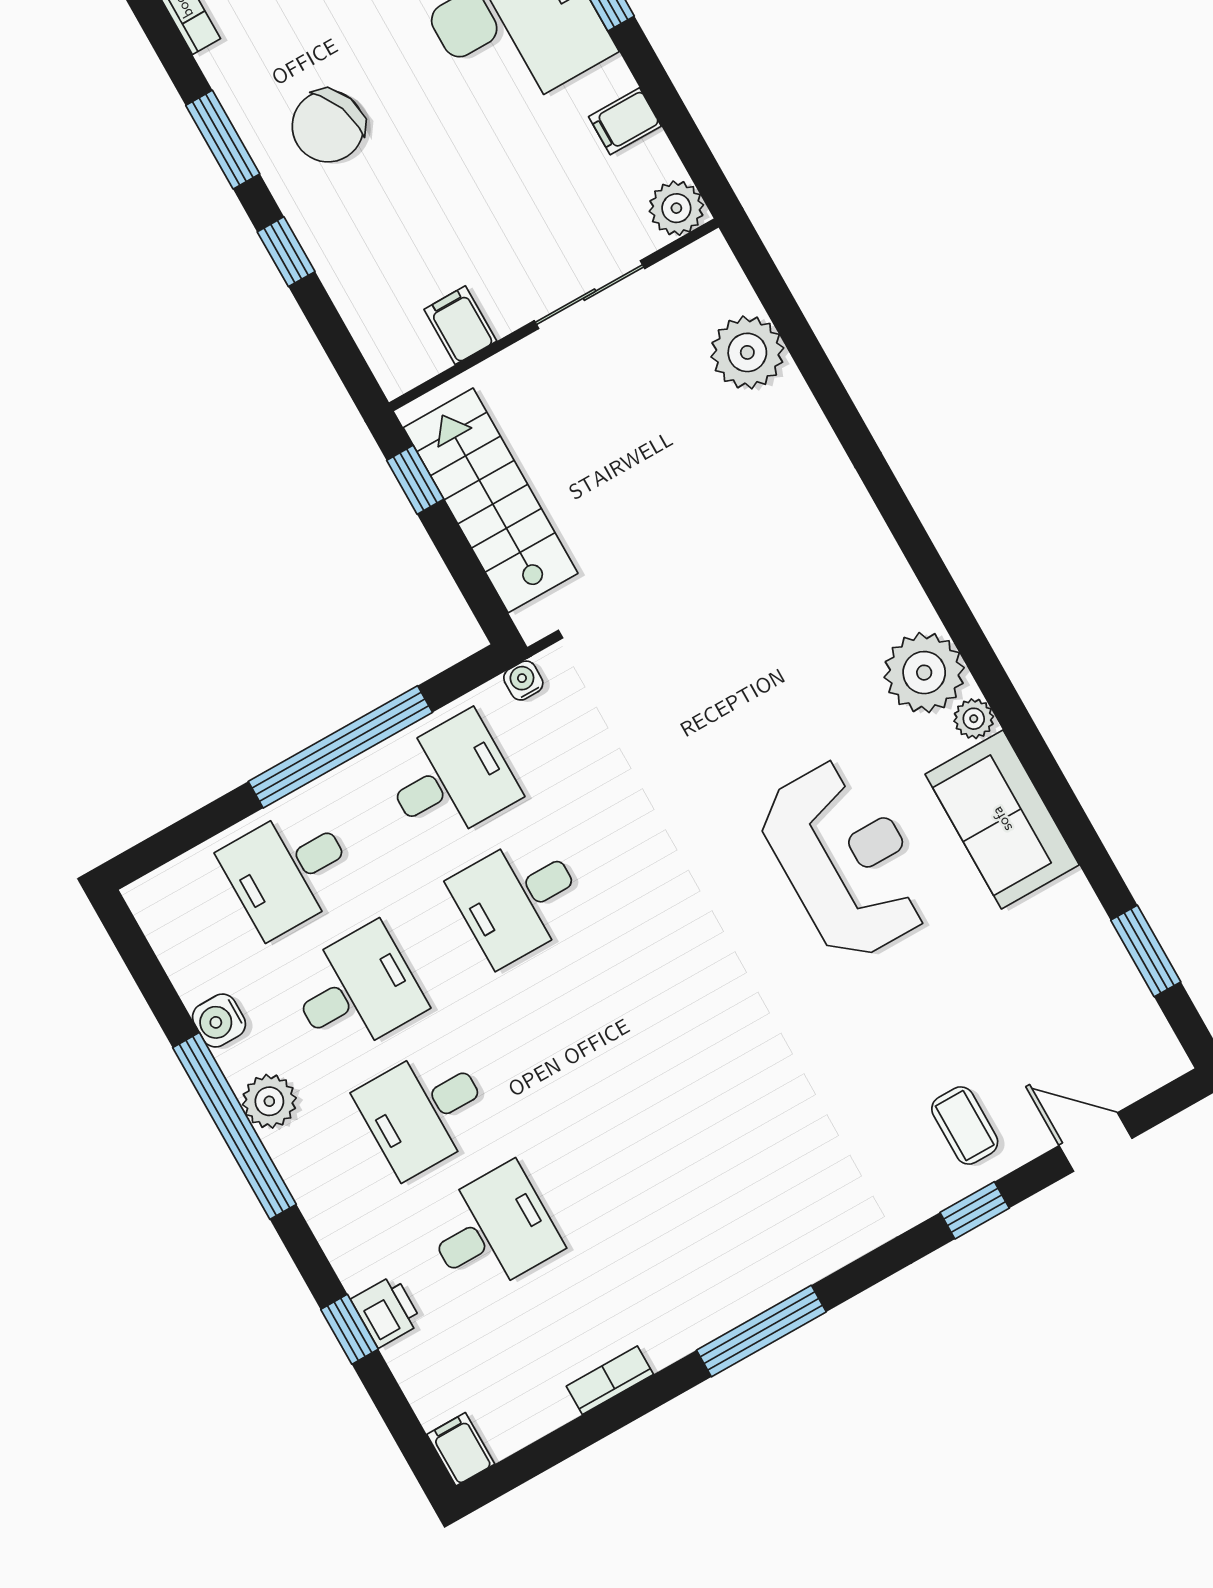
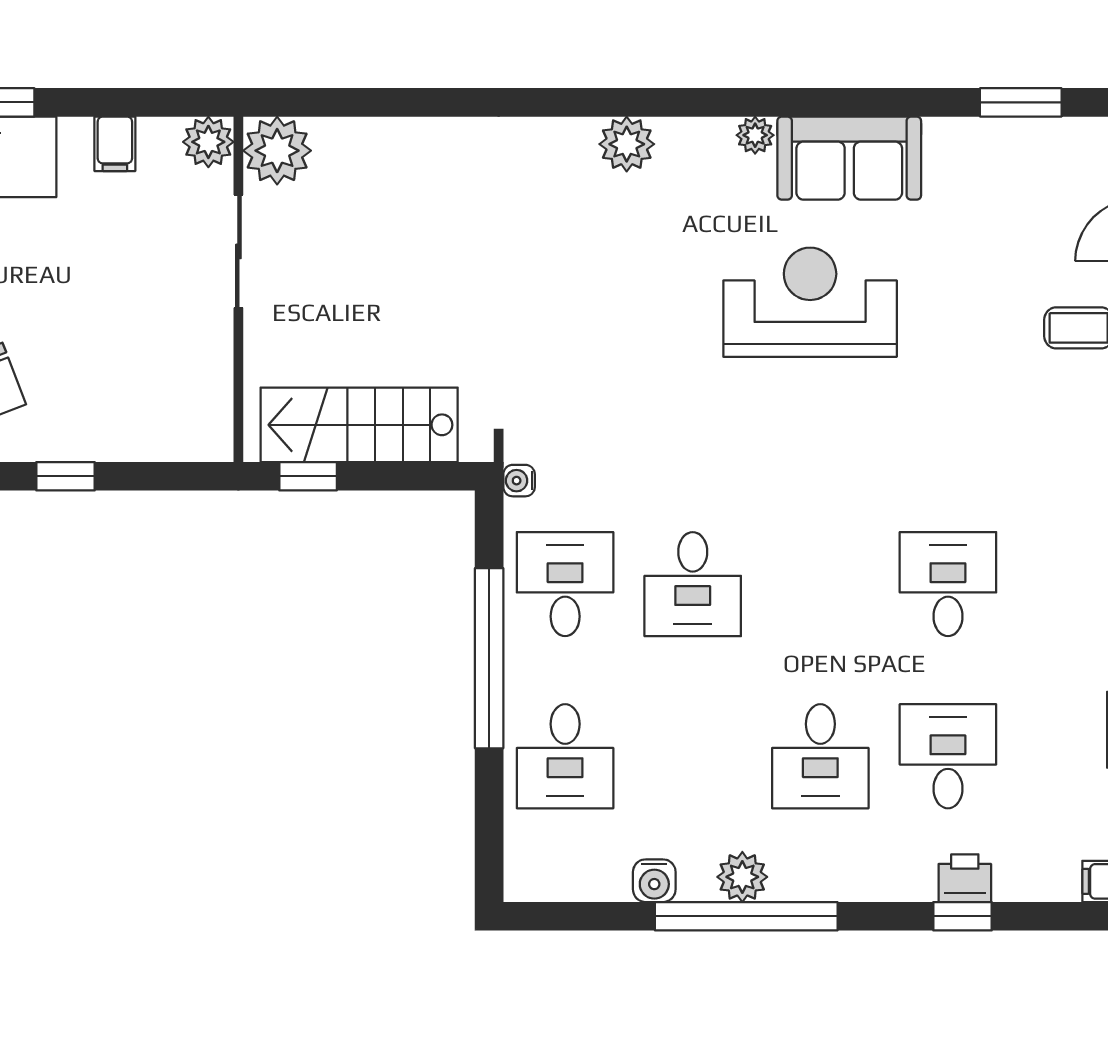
filing cabinet: (460, 325) -> (204, 369), removed
plant: (747, 352) -> (277, 151), moved
plant: (924, 673) -> (627, 144), moved, width x0.73, depth x0.73
desk: (356, 990) -> (948, 584), moved

